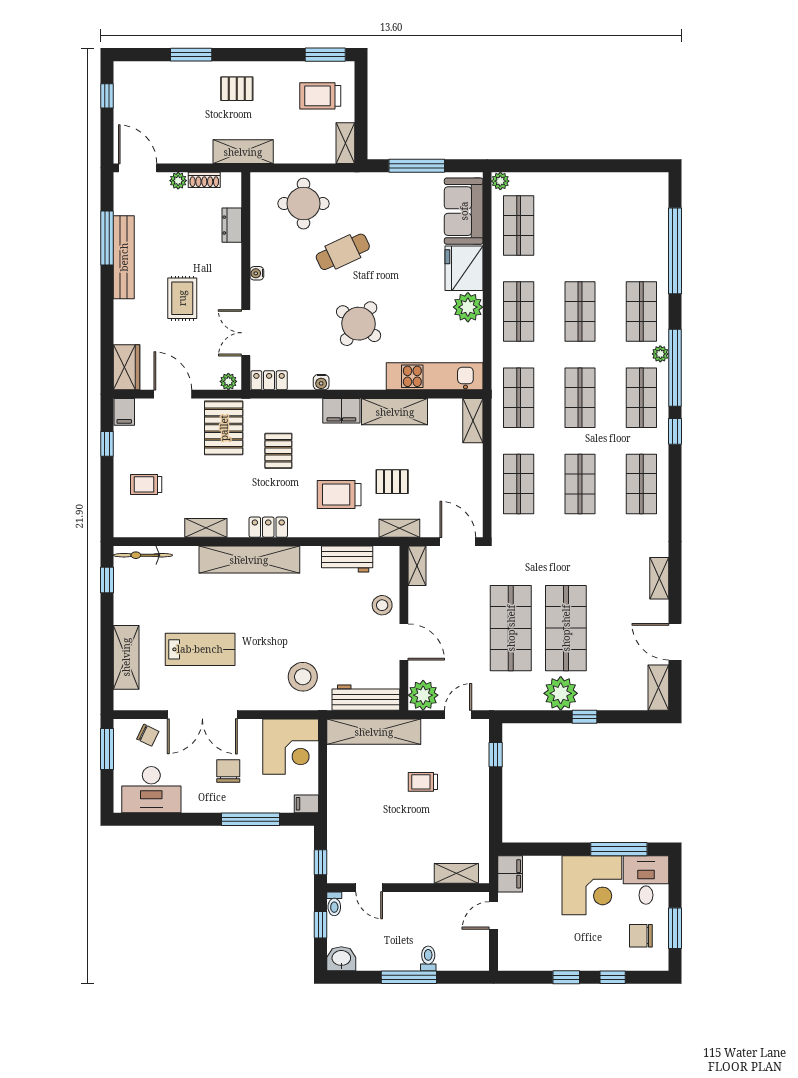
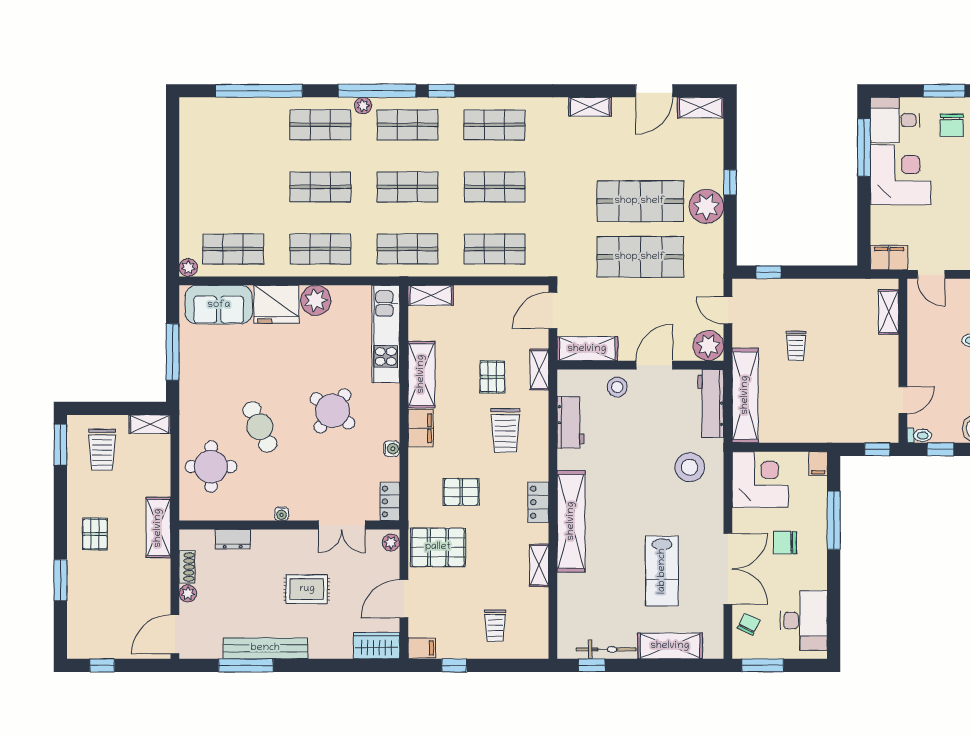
bicycle: (143, 555) -> (606, 649), moved, turned -90
shelving: (417, 566) -> (587, 349), width x1.50, depth x1.33
lab bench: (200, 649) -> (662, 571), turned 180

